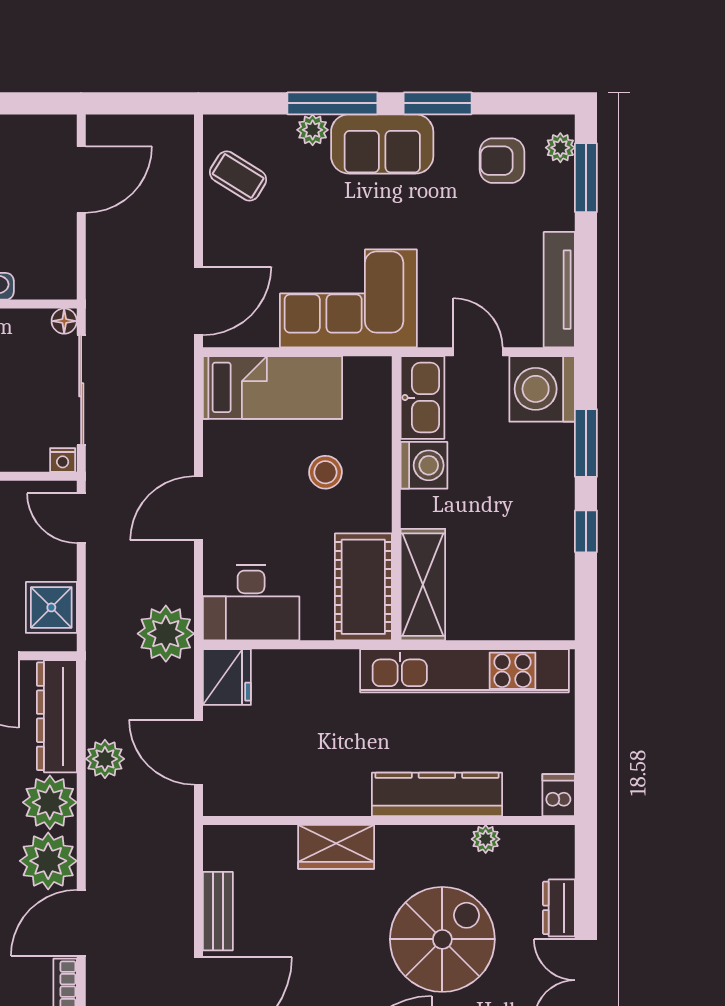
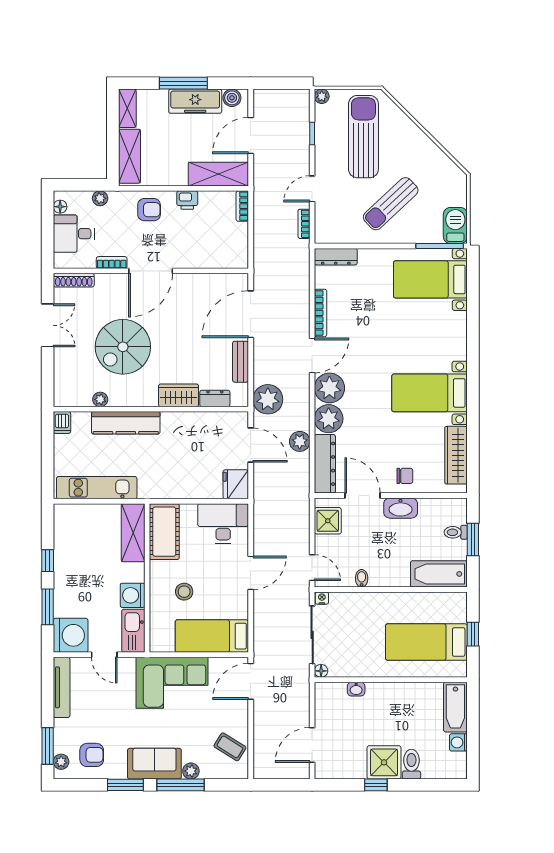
plant: (166, 634) -> (268, 399), moved
kitchen unit: (464, 671) -> (97, 488), width x0.73
dresser: (559, 908) -> (215, 398), moved, turned -90

